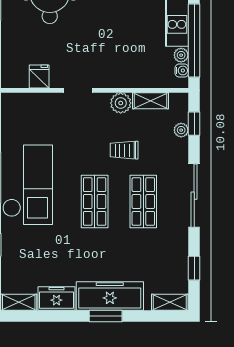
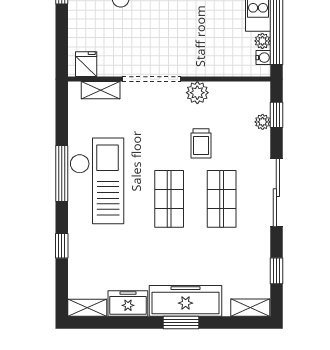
fridge: (39, 77) -> (86, 64), moved
doorway: (78, 90) -> (152, 79), width x1.87
shelving: (150, 101) -> (101, 90), moved
trolley: (124, 150) -> (201, 143), turned -90

